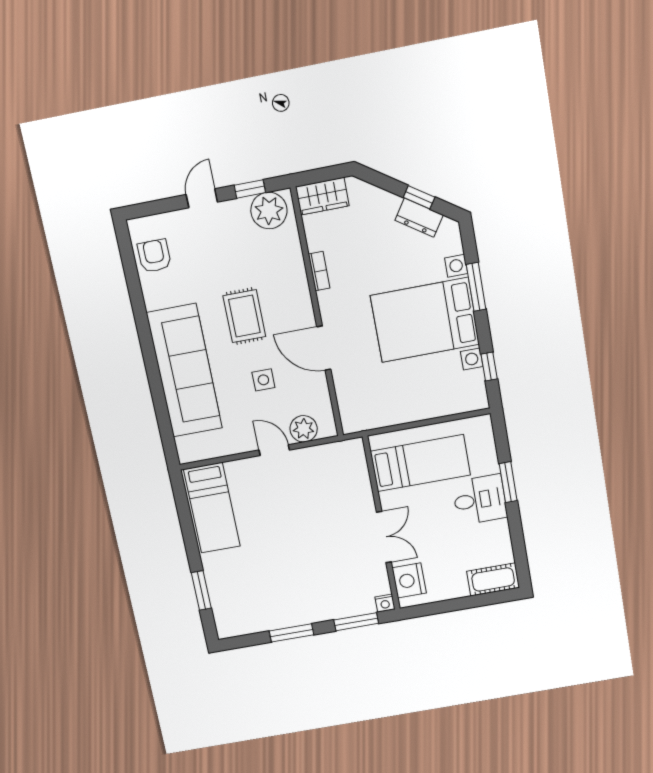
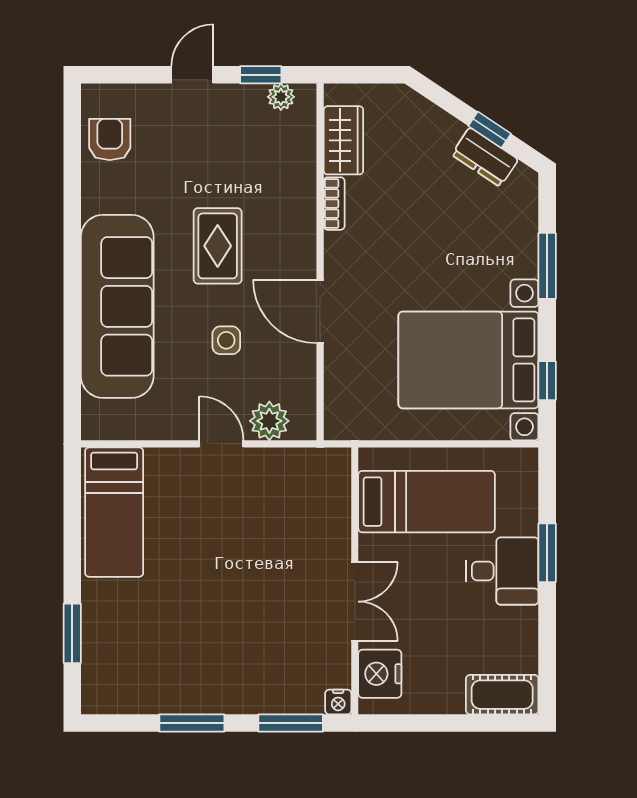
wardrobe: (322, 196) -> (343, 140), moved, turned -90
plant: (269, 211) -> (281, 97), width x0.53, depth x0.53
bed with nightstands: (425, 320) -> (468, 360), moved

